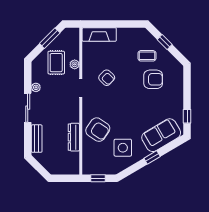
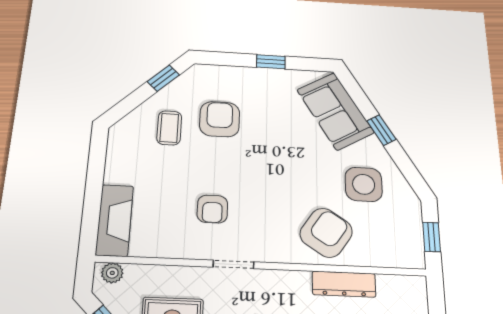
window: (165, 42) -> (163, 78), moved
plant: (75, 64) -> (112, 273), moved
armchair: (107, 78) -> (212, 209), turned 136
window: (187, 116) -> (271, 62), moved

